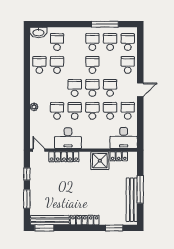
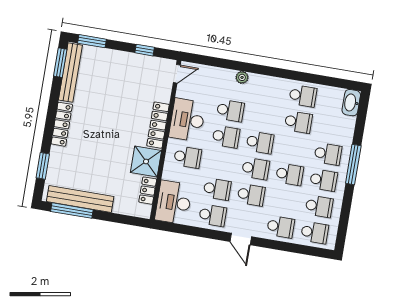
window: (105, 24) -> (353, 164), moved
school desk: (57, 42) -> (328, 154), moved
school desk: (92, 111) -> (188, 157), moved
locker: (64, 157) -> (158, 125), moved
window: (140, 189) -> (72, 211), moved
window: (27, 199) -> (92, 41), moved

